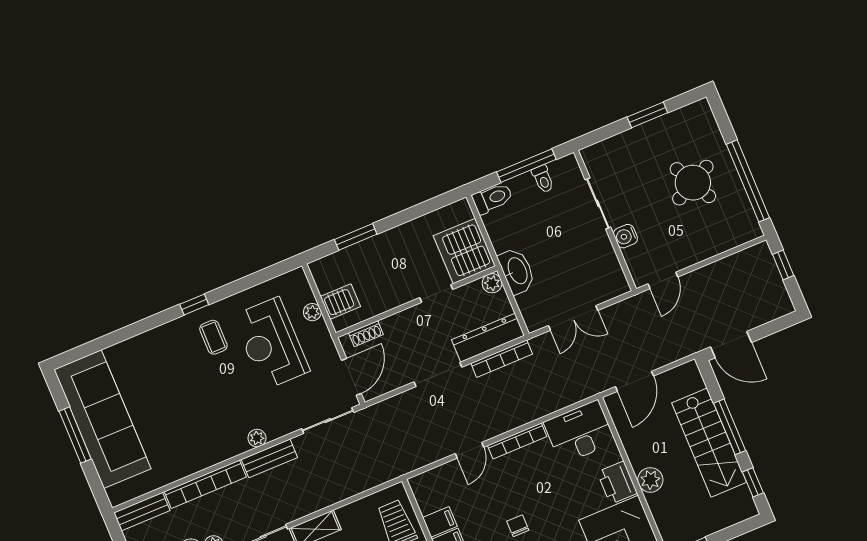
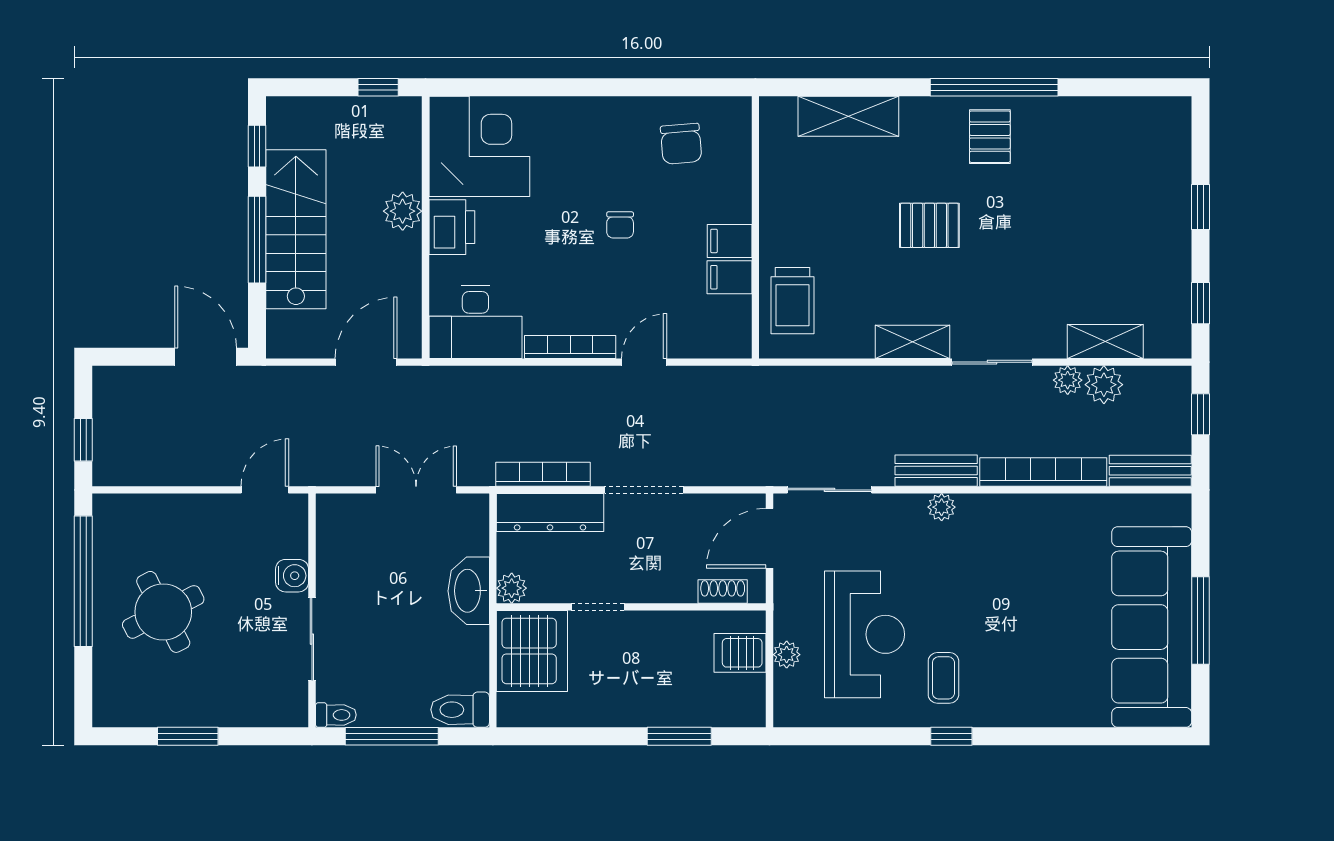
toilet: (543, 179) -> (336, 715), moved, turned 90

